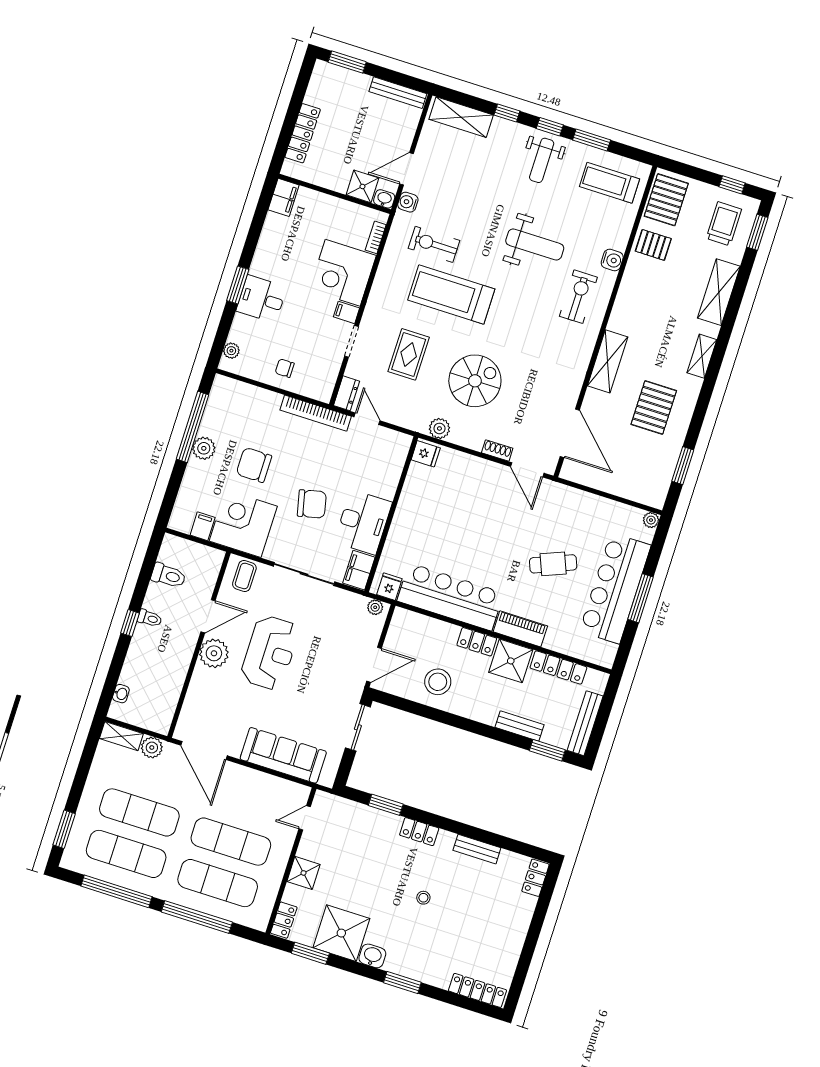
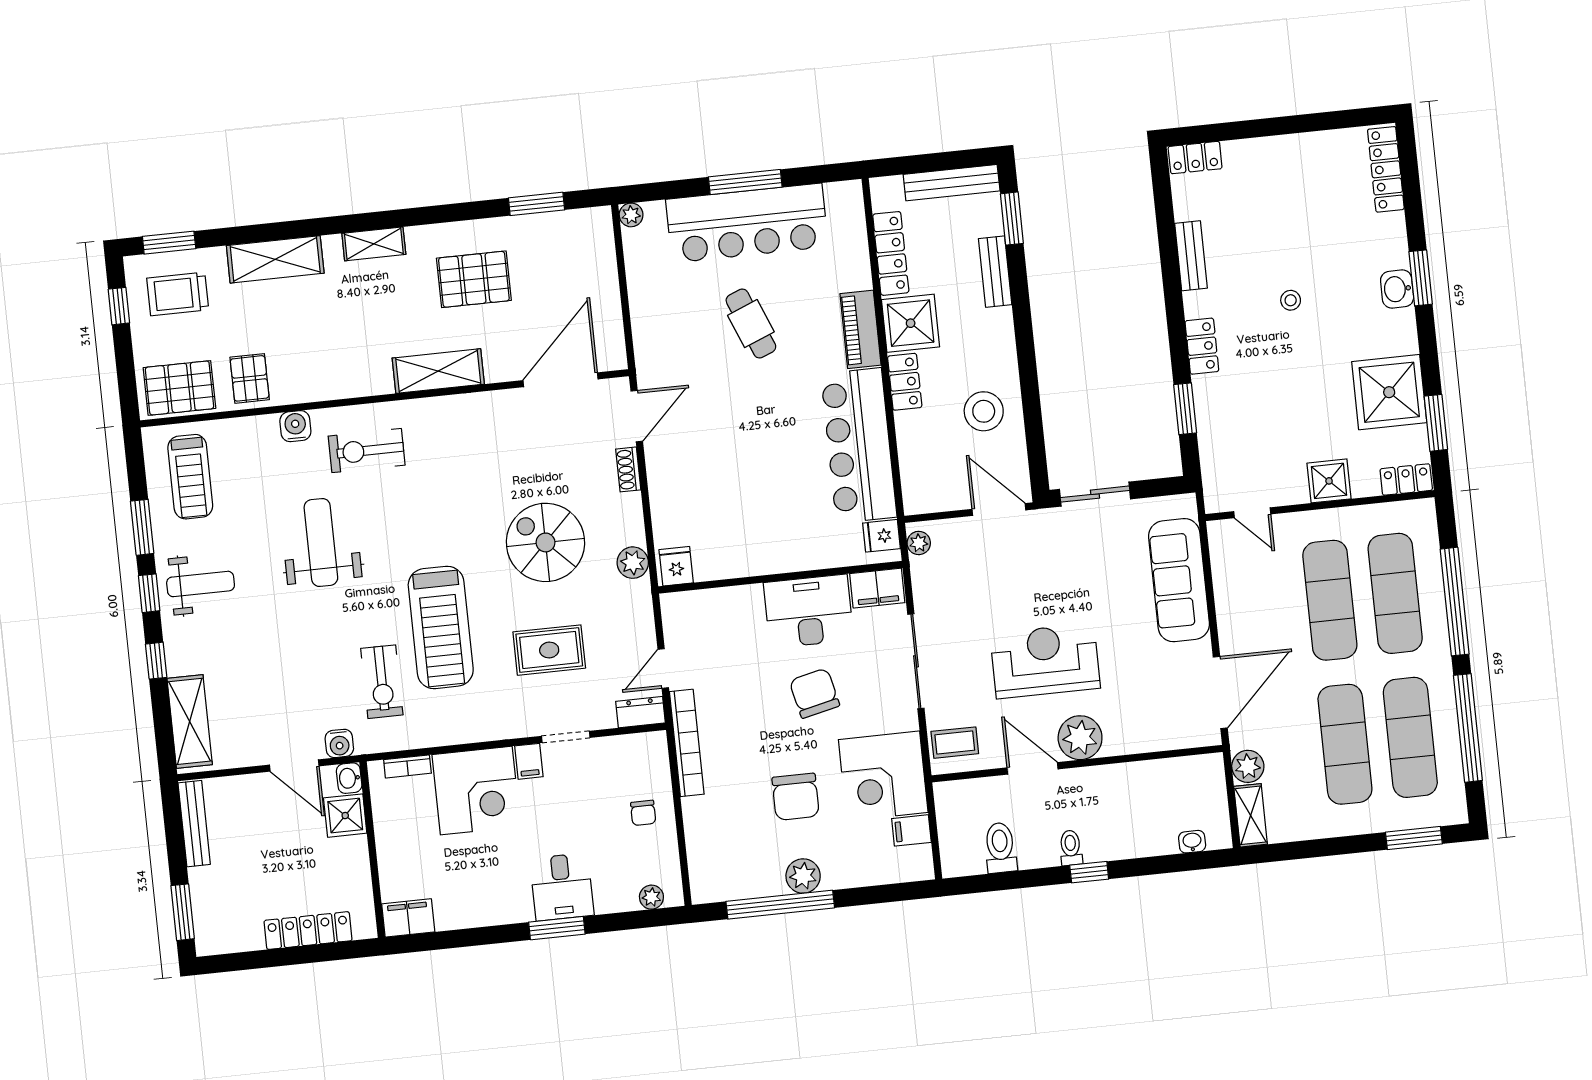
washbasin: (372, 956) -> (1397, 289), moved

